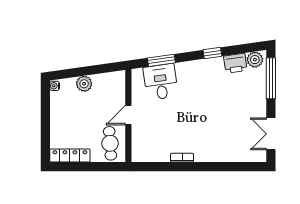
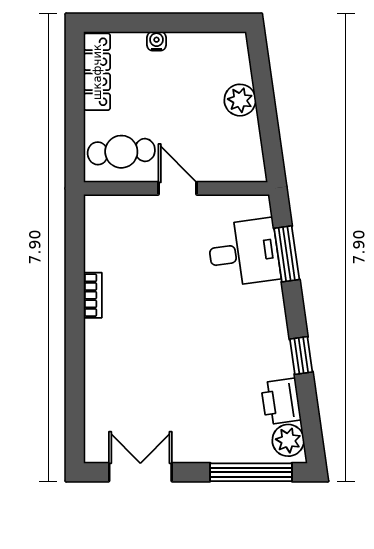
water cooler: (55, 86) -> (157, 41), moved

